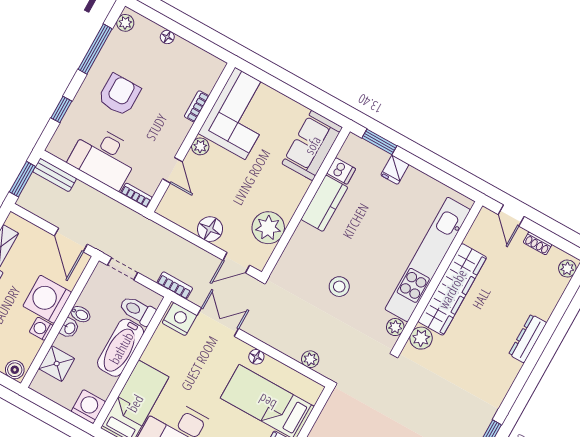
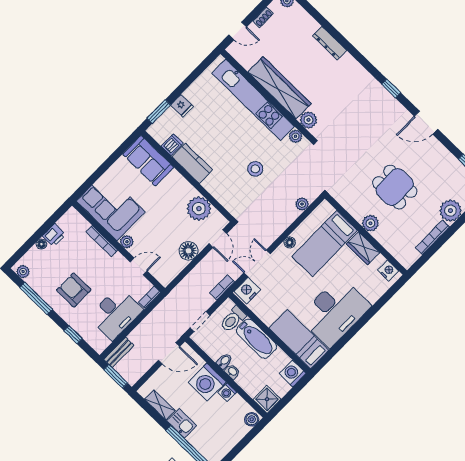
printer: (183, 50) -> (54, 235), added
bookcase: (197, 106) -> (102, 241), width x1.56
shower: (57, 364) -> (267, 399), moved

